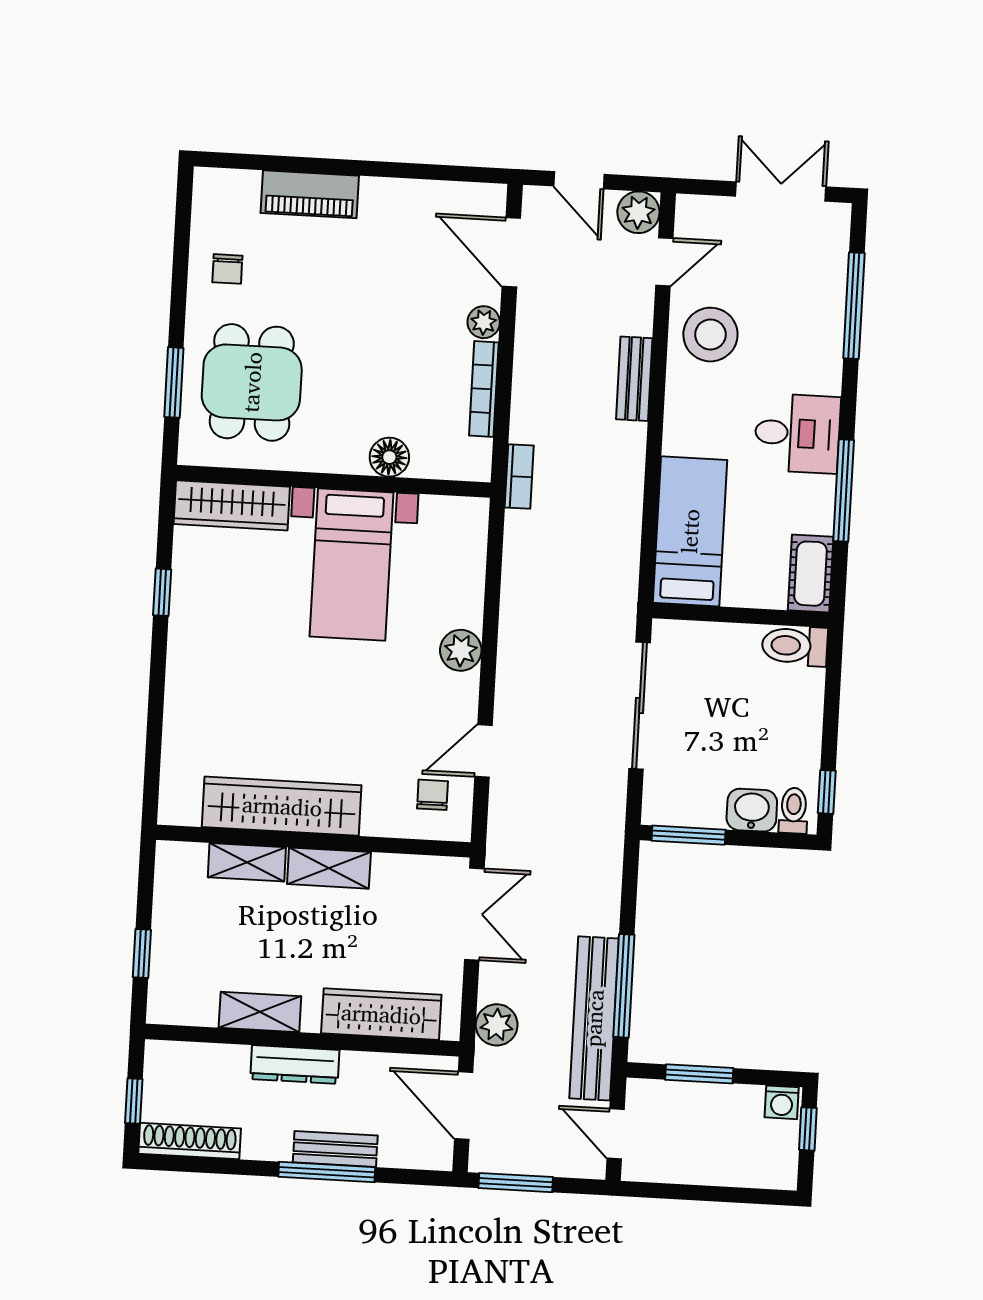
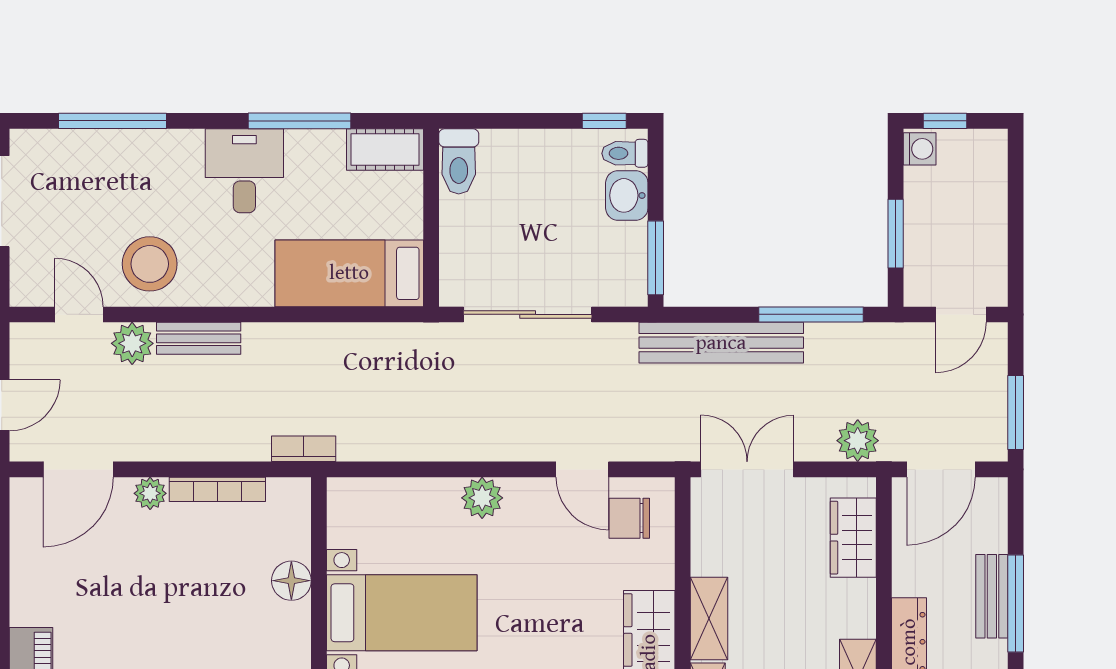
plant: (638, 212) -> (132, 343), moved
chair: (433, 795) -> (629, 518), width x1.37, depth x1.37
wardrobe: (381, 1014) -> (853, 538), width x0.67
bench: (594, 1018) -> (721, 343), moved

